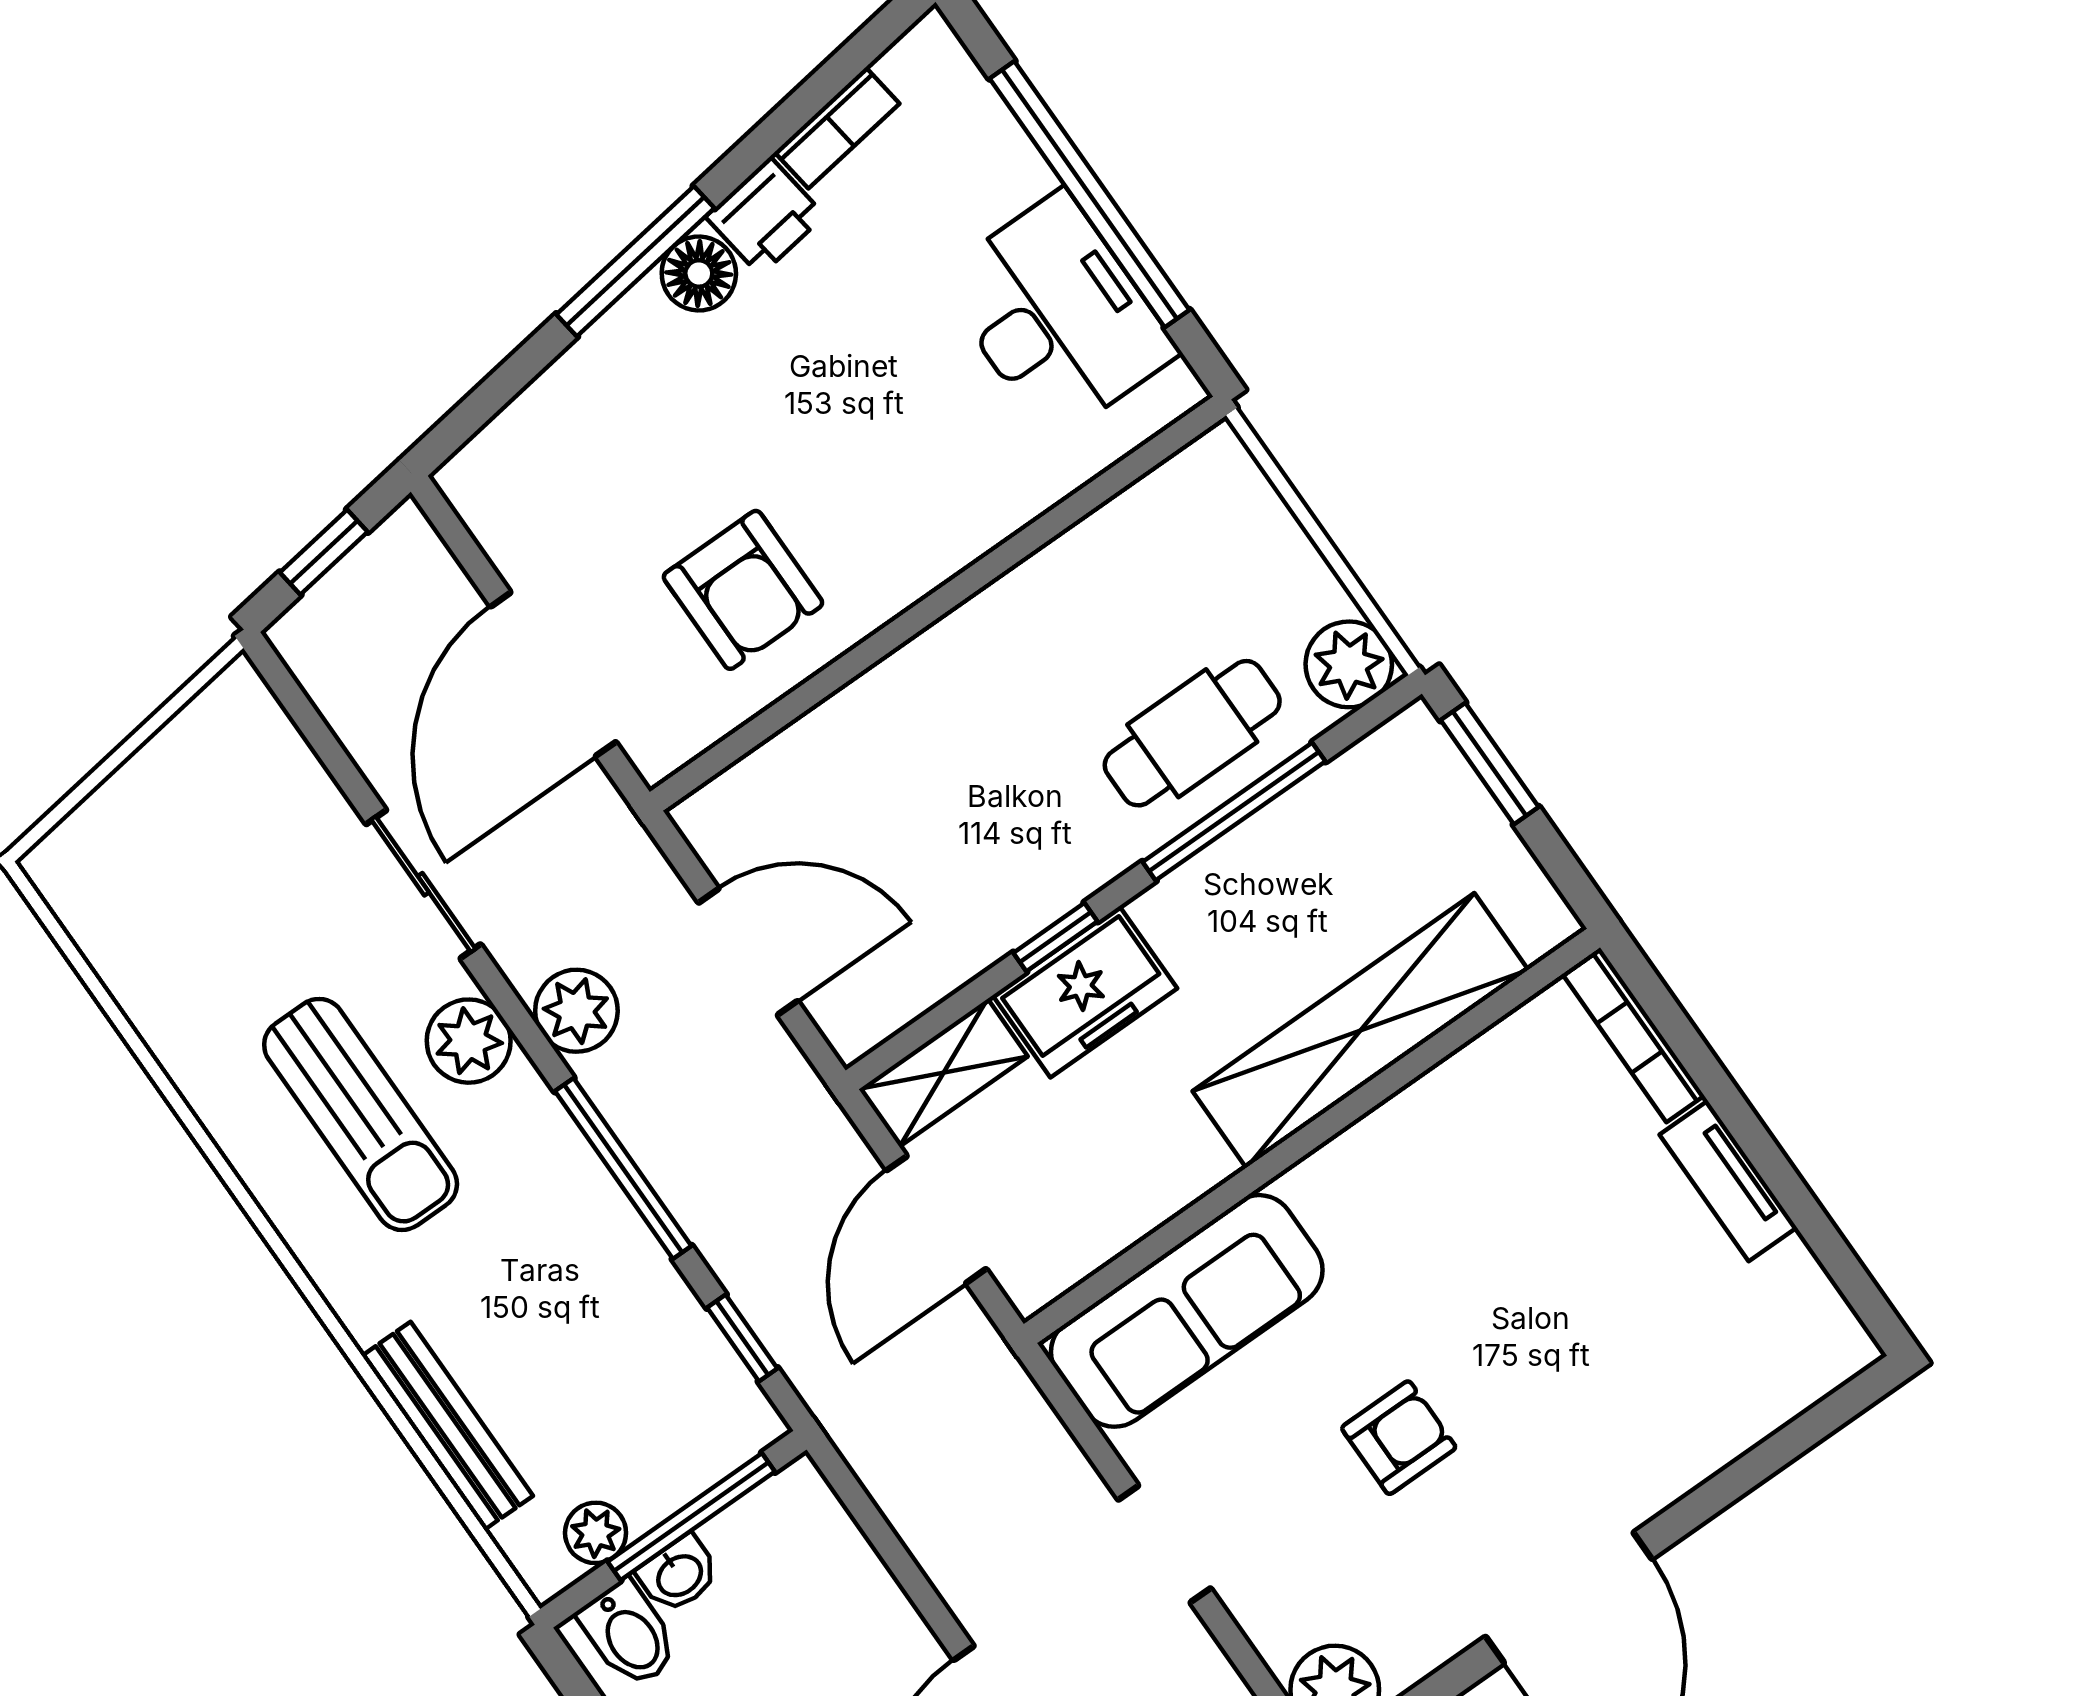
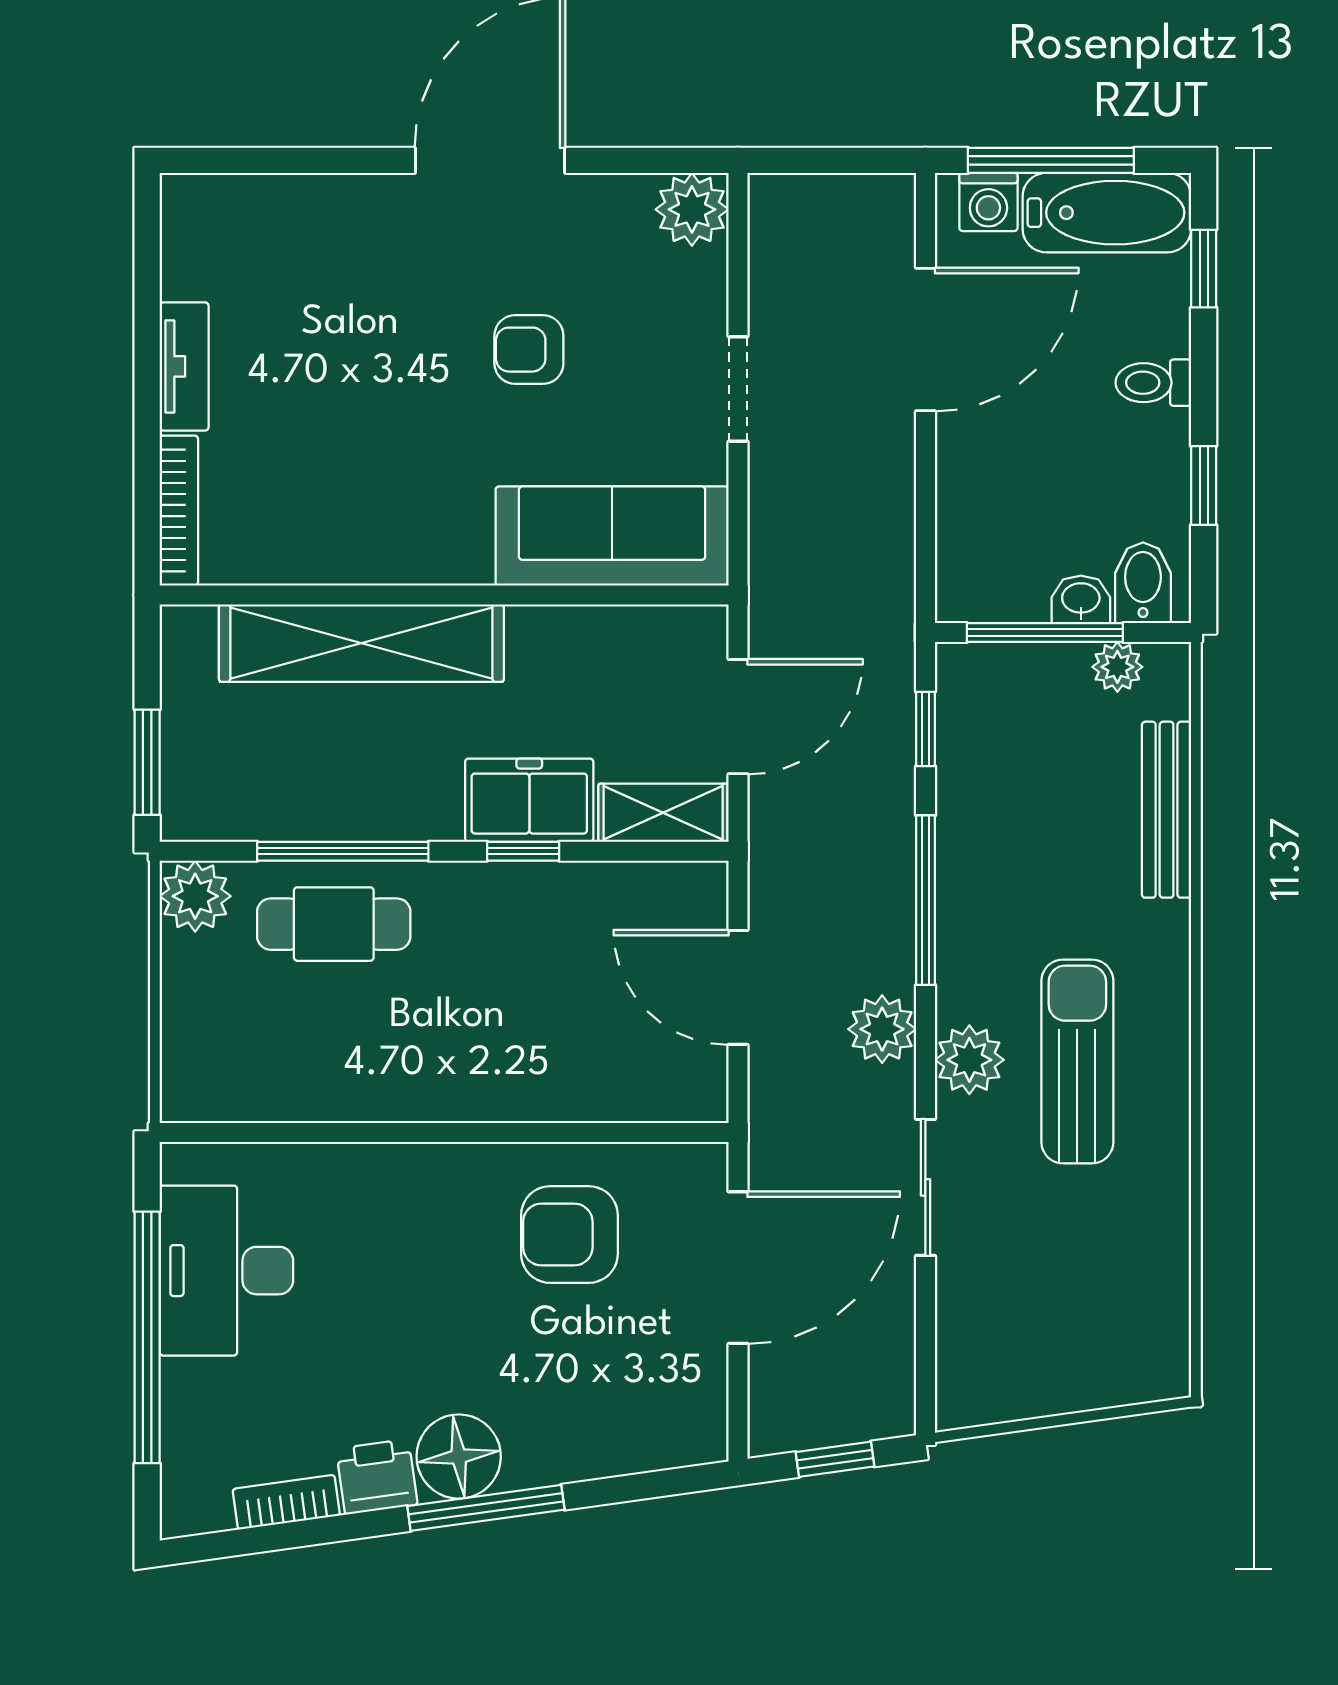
floor lamp: (699, 273) -> (459, 1457), width x1.38, depth x1.38
armchair: (743, 590) -> (569, 1235), turned -90

